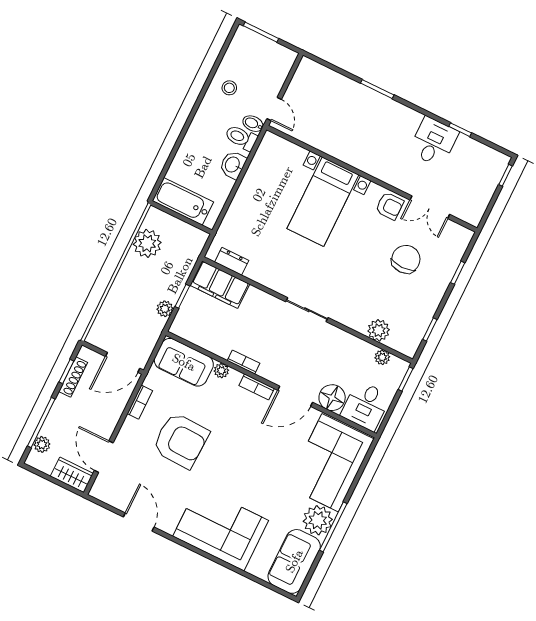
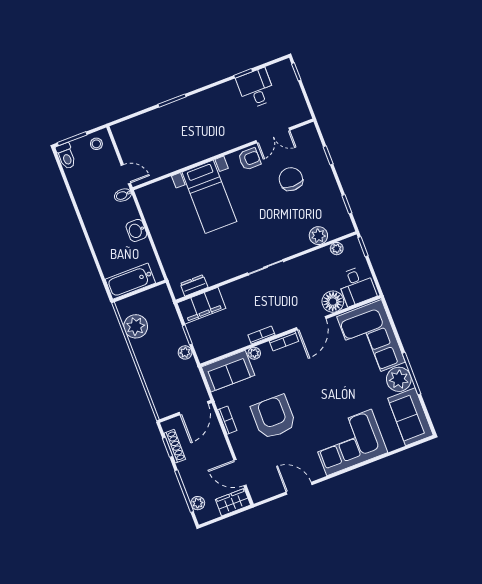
stool: (229, 88) -> (96, 144), moved
toilet: (241, 138) -> (66, 156), moved, turned -90
desk: (434, 142) -> (256, 89), moved
armchair: (181, 440) -> (274, 417), turned -92

